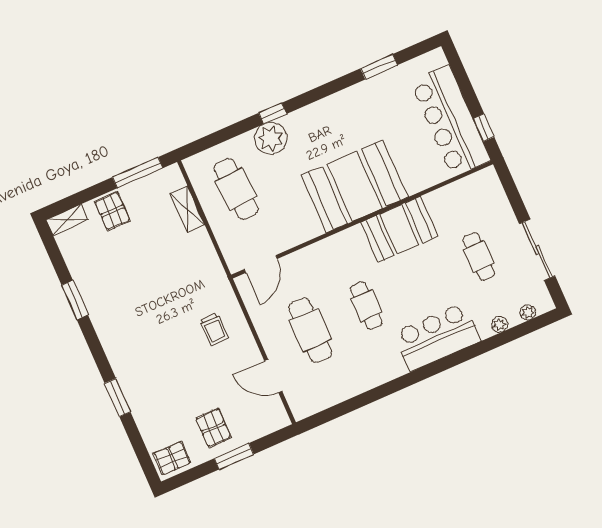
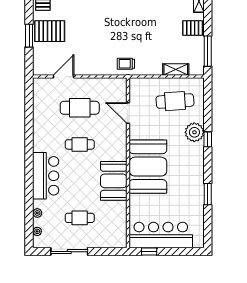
window: (379, 67) -> (208, 194), moved
door: (261, 264) -> (128, 113), moved
trolley: (214, 329) -> (126, 64), moved
pallet: (213, 428) -> (50, 31), width x1.50, depth x1.42

